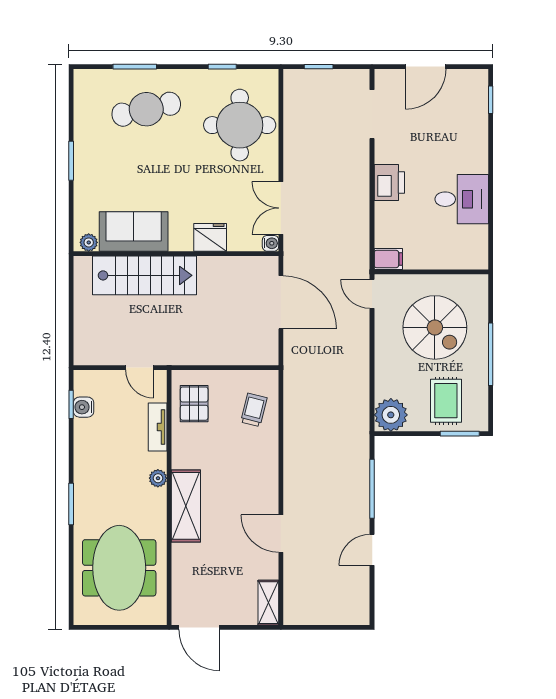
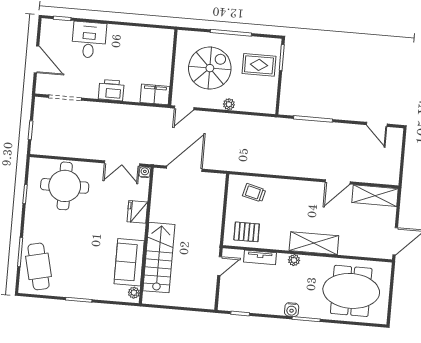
cafe table: (146, 109) -> (39, 266), moved
desk: (462, 199) -> (89, 40), moved
filing cabinet: (388, 259) -> (155, 94), width x2.00
water cooler: (84, 407) -> (292, 310), moved
plant: (391, 415) -> (229, 104), moved, width x0.53, depth x0.53
door: (372, 550) -> (377, 124), moved
shelving: (268, 603) -> (375, 196), width x1.50, depth x1.33

